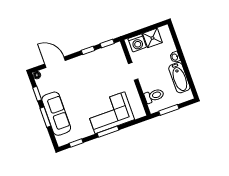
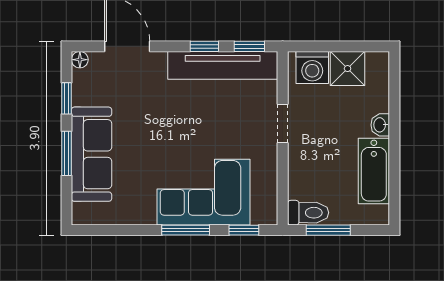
tv unit: (99, 56) -> (223, 65), added
toilet: (154, 96) -> (308, 213), moved
window: (76, 143) -> (244, 230), moved

